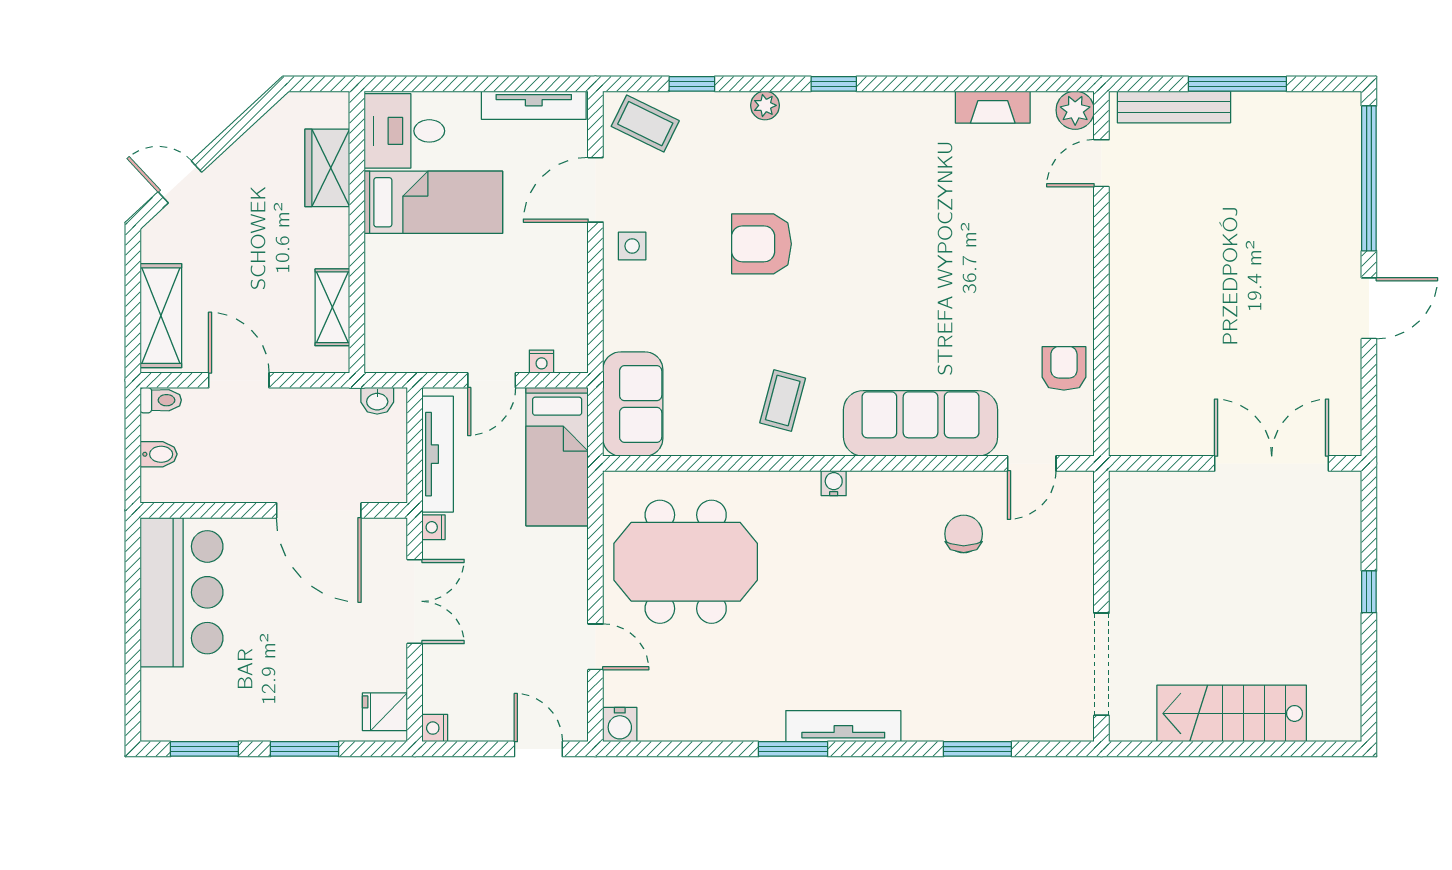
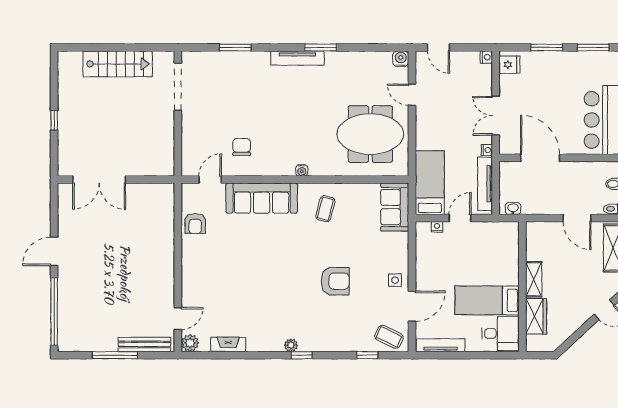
plant: (765, 105) -> (291, 345), moved
shelving: (332, 307) -> (534, 279), moved
chair: (964, 534) -> (242, 147), turned 180

